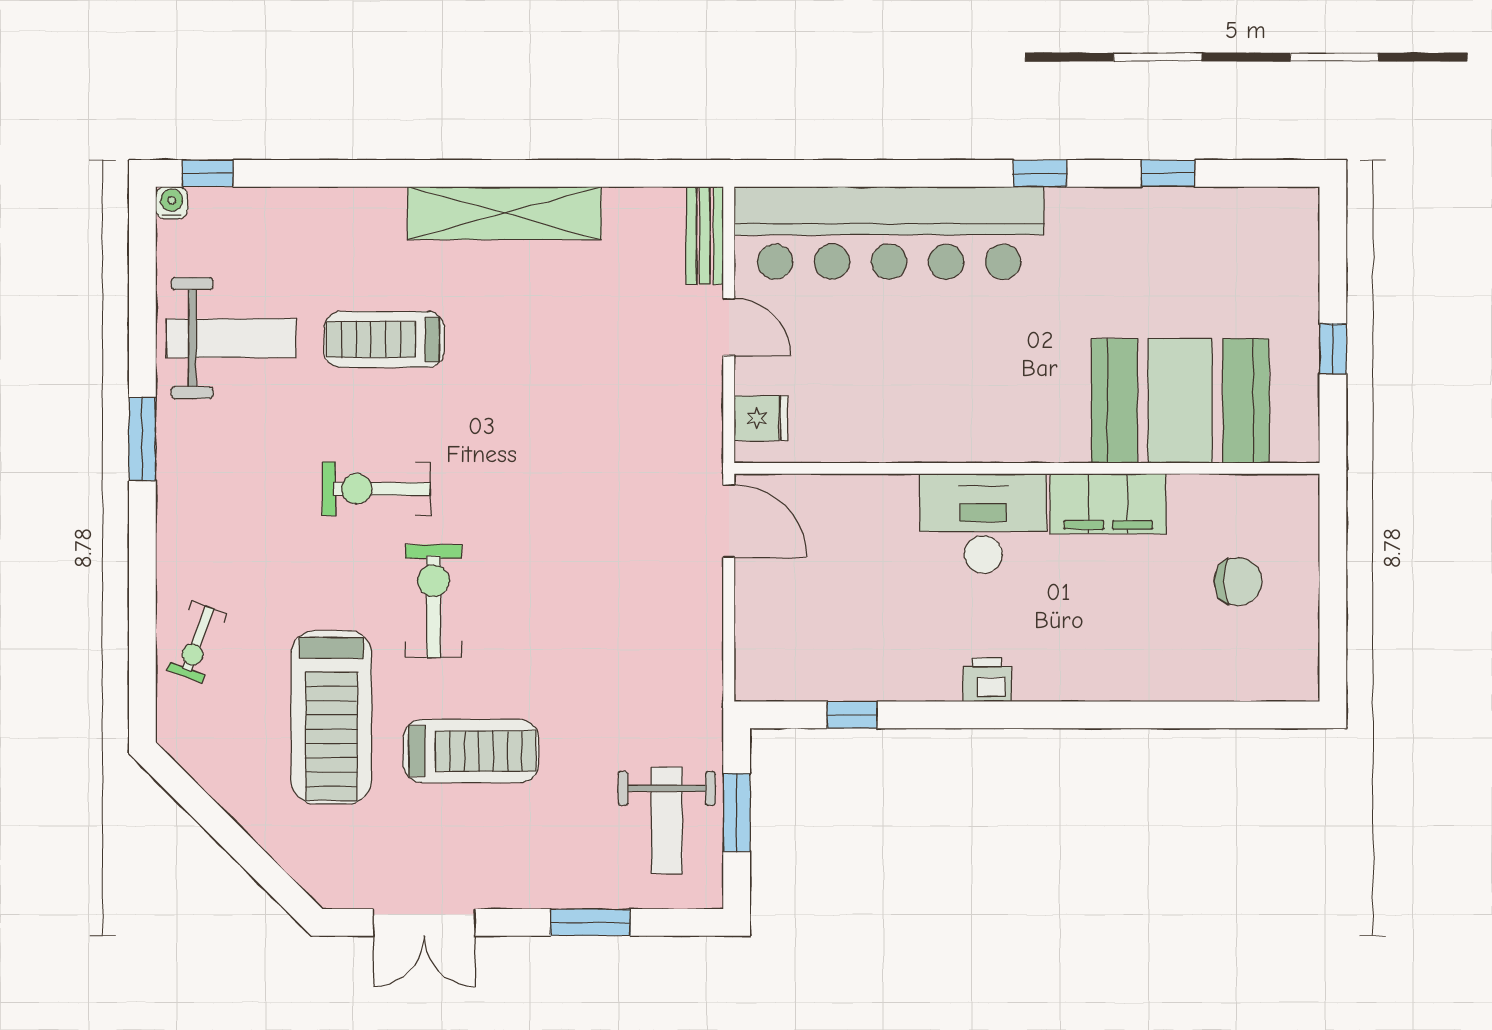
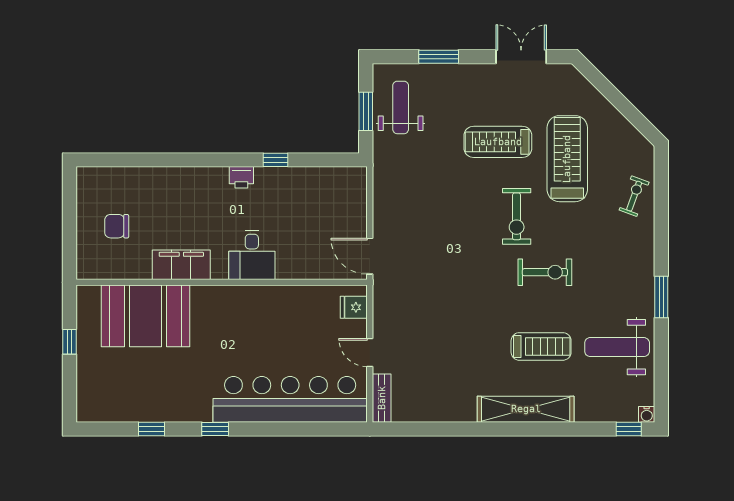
shelving: (504, 213) -> (526, 409), moved
desk: (983, 524) -> (252, 255), width x0.73
window: (852, 715) -> (275, 160), moved

